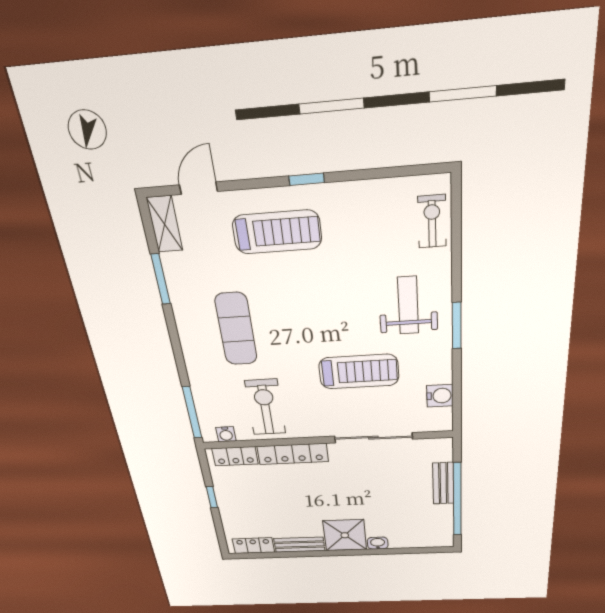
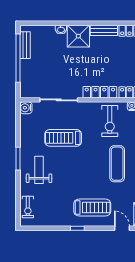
door: (198, 188) -> (122, 228), swing flipped
treadmill: (277, 232) -> (92, 207), turned 180
weight bench: (408, 305) -> (39, 170), turned 180
water cooler: (440, 396) -> (26, 108), moved
bench: (443, 483) -> (25, 45), moved

